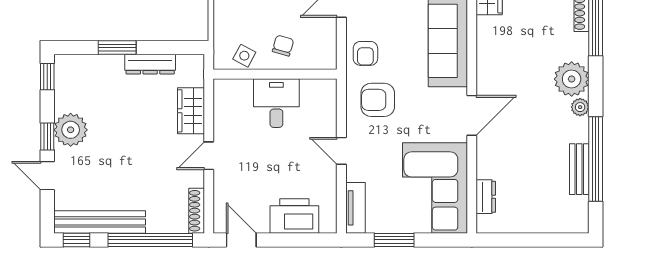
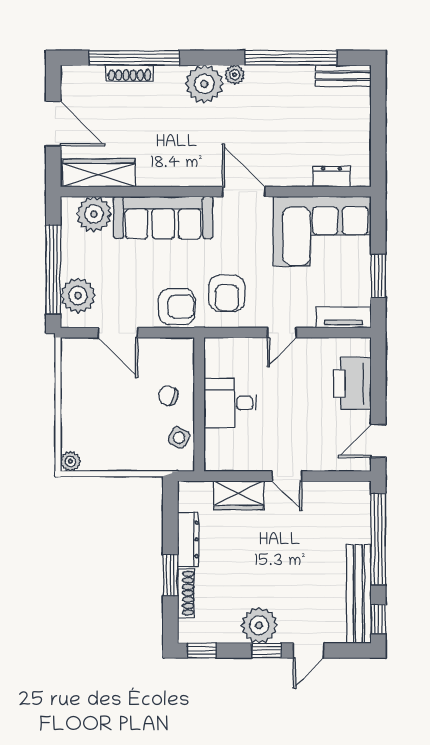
armchair: (365, 53) -> (177, 307), width x1.38, depth x1.38
bench: (579, 169) -> (343, 76), moved
shoe rack: (197, 211) -> (186, 593), moved, turned -90

